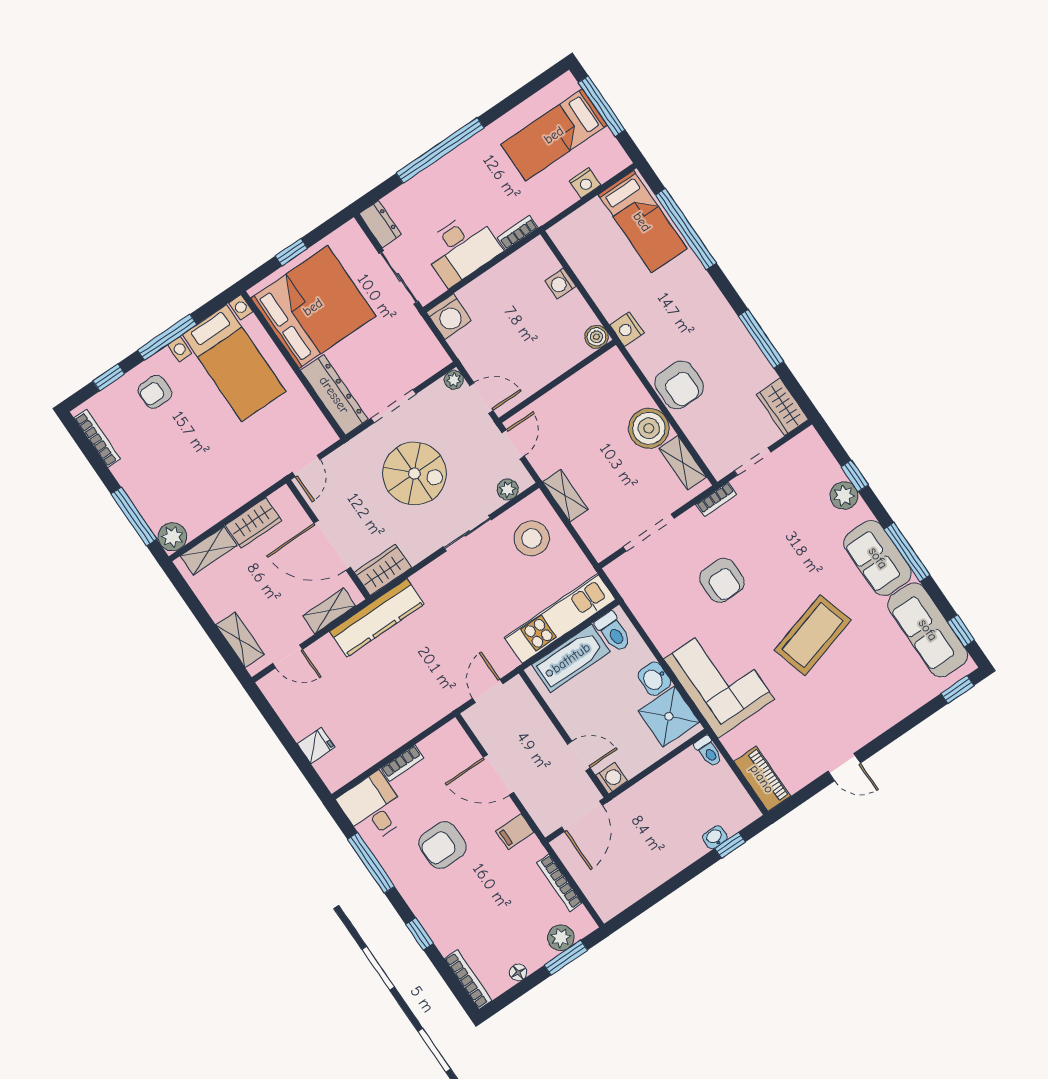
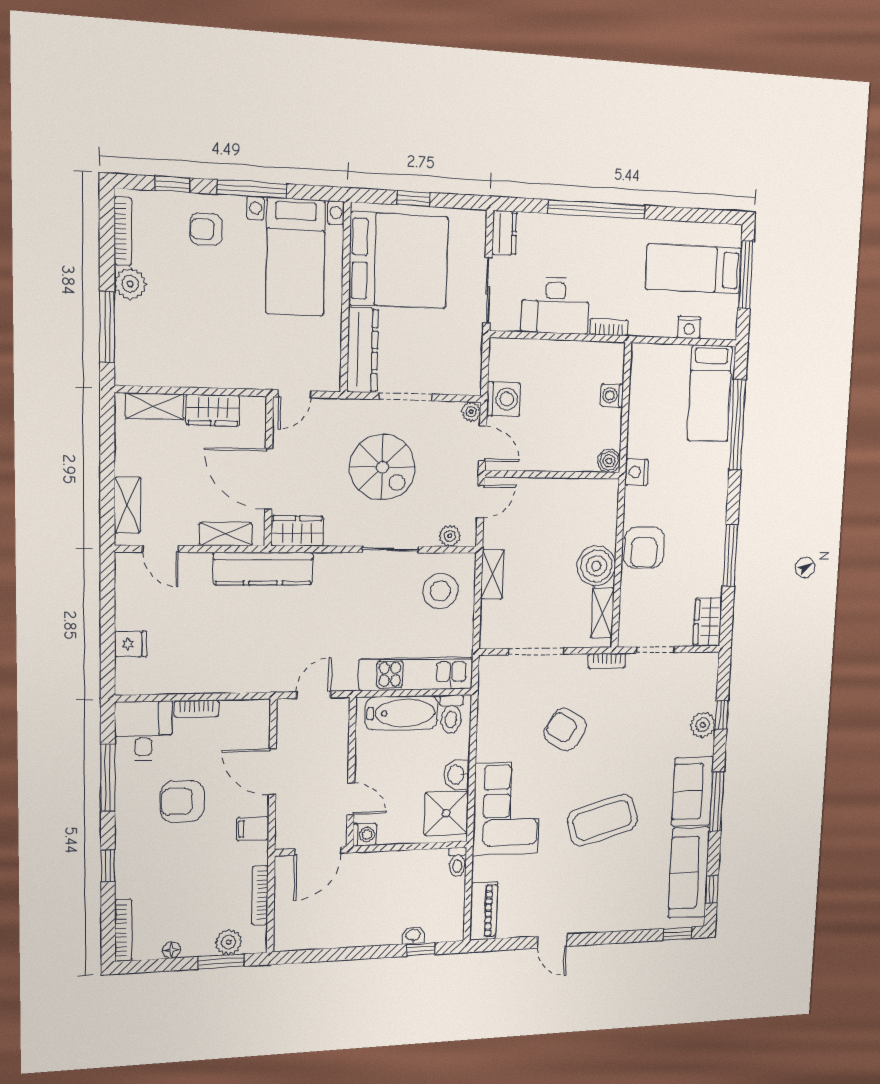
washing machine: (449, 316) -> (504, 399), moved, turned -90
plant: (172, 537) -> (130, 284), moved
armchair: (722, 580) -> (565, 729), turned 122

